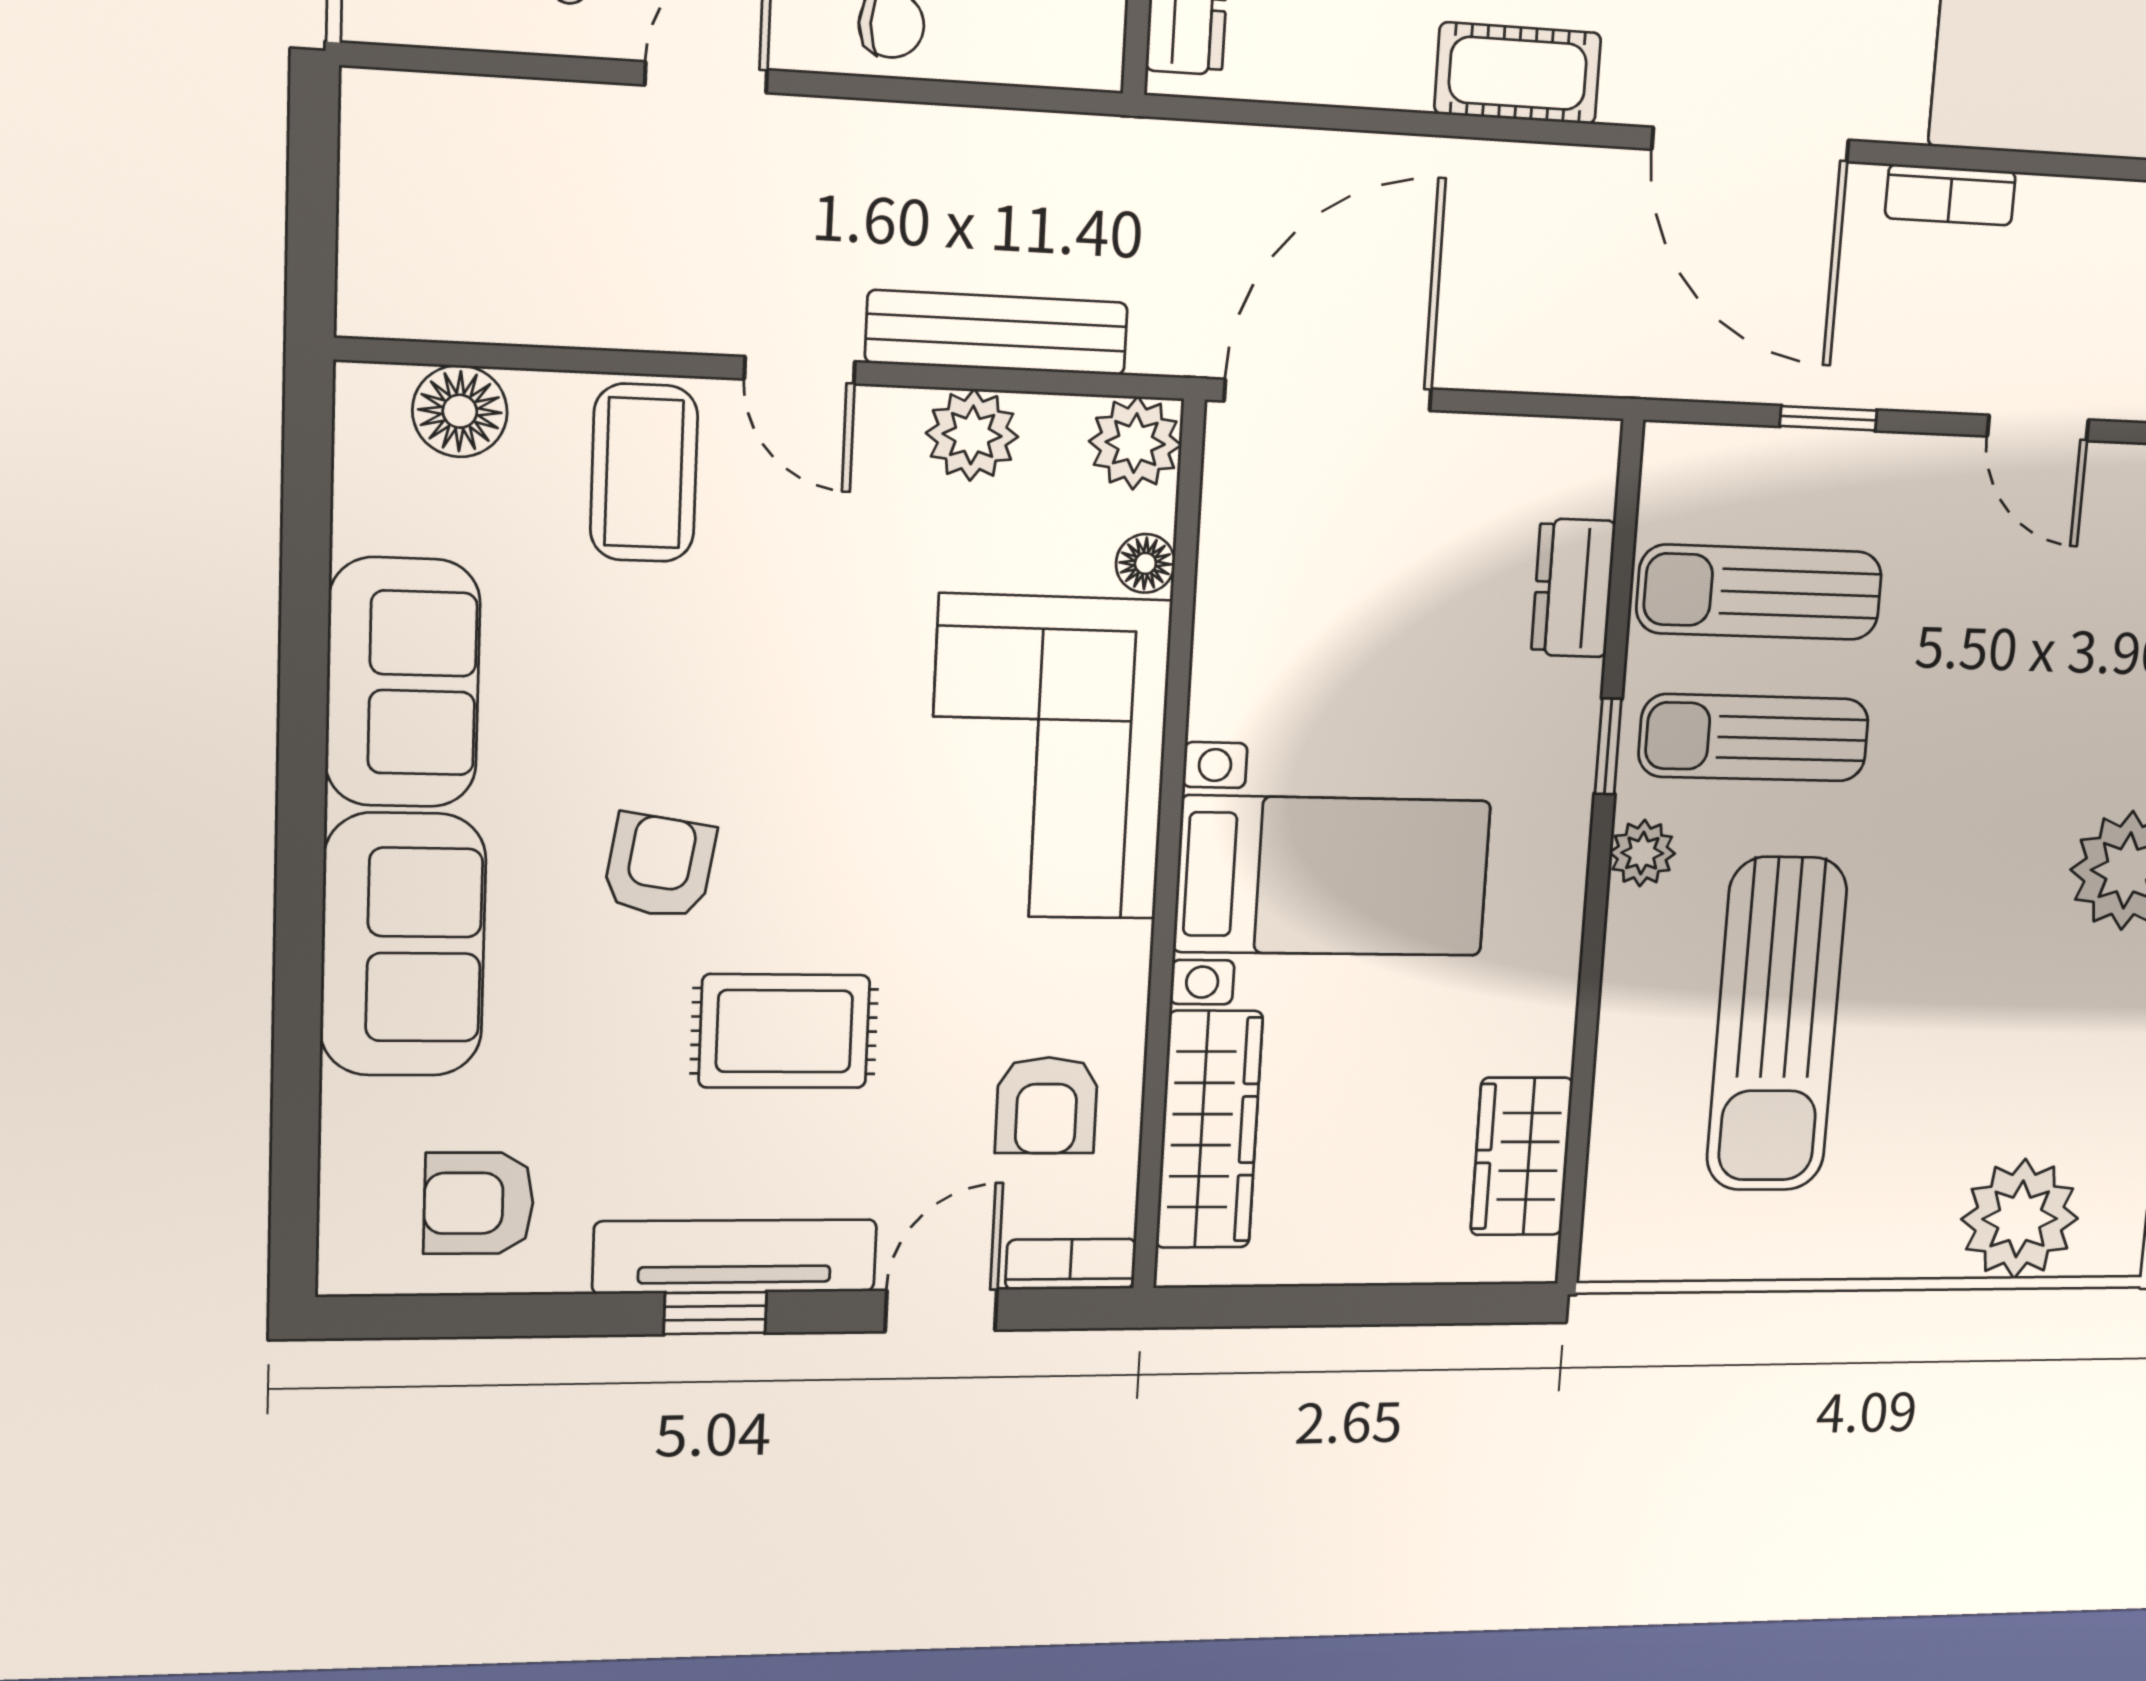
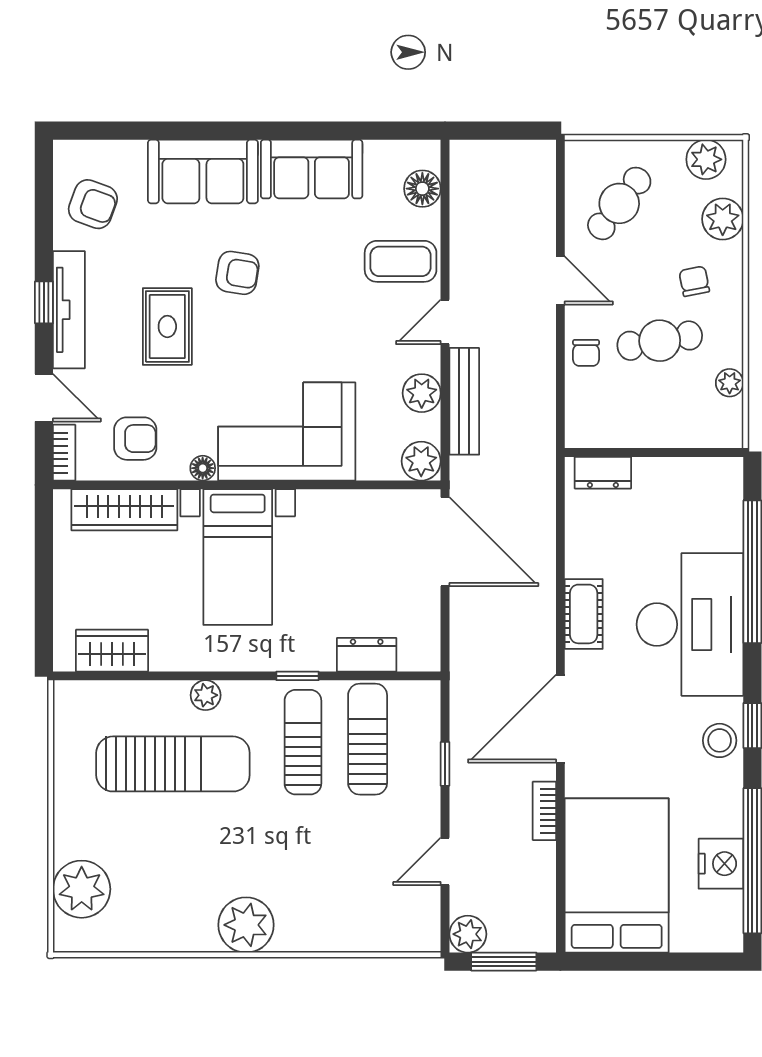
floor lamp: (1145, 563) -> (203, 468), moved
plant: (1642, 853) -> (206, 695), moved
sun lounger: (1777, 1024) -> (173, 764), turned 180
armchair: (1047, 1105) -> (135, 439), turned 180
armchair: (479, 1203) -> (93, 204), turned 110

